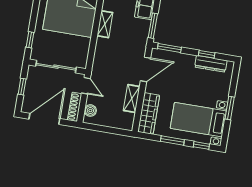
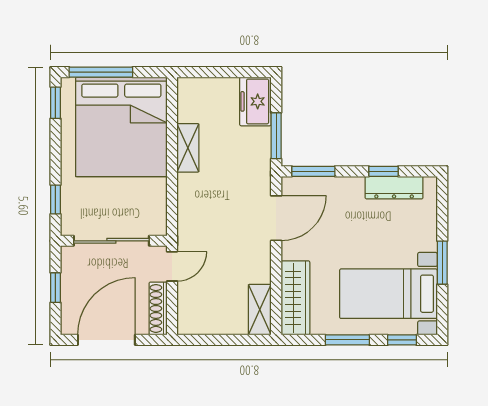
door: (86, 86) -> (172, 266), hinge flipped
shelving: (132, 98) -> (260, 310), moved
boiler: (90, 111) -> (188, 310), removed

